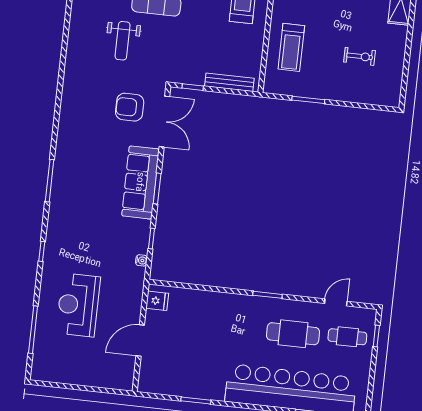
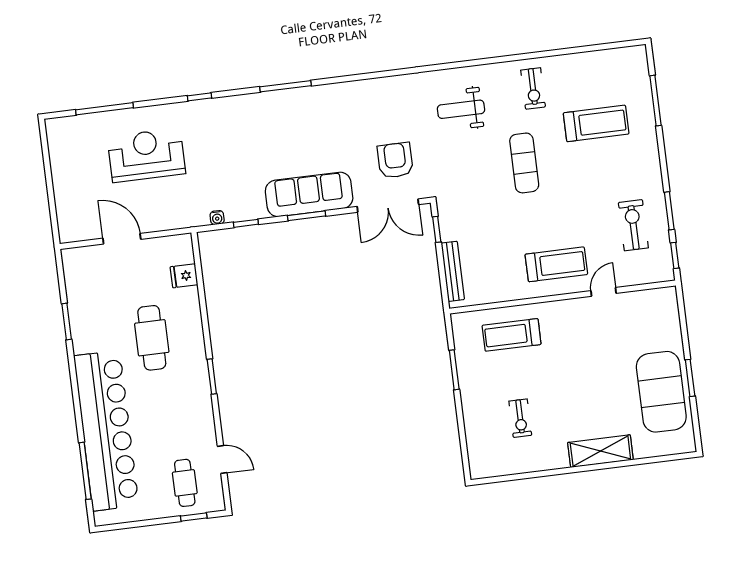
weight bench: (123, 41) -> (461, 109), moved
fridge: (157, 301) -> (184, 276), moved, turned 90
cafe table: (293, 334) -> (152, 338), moved

